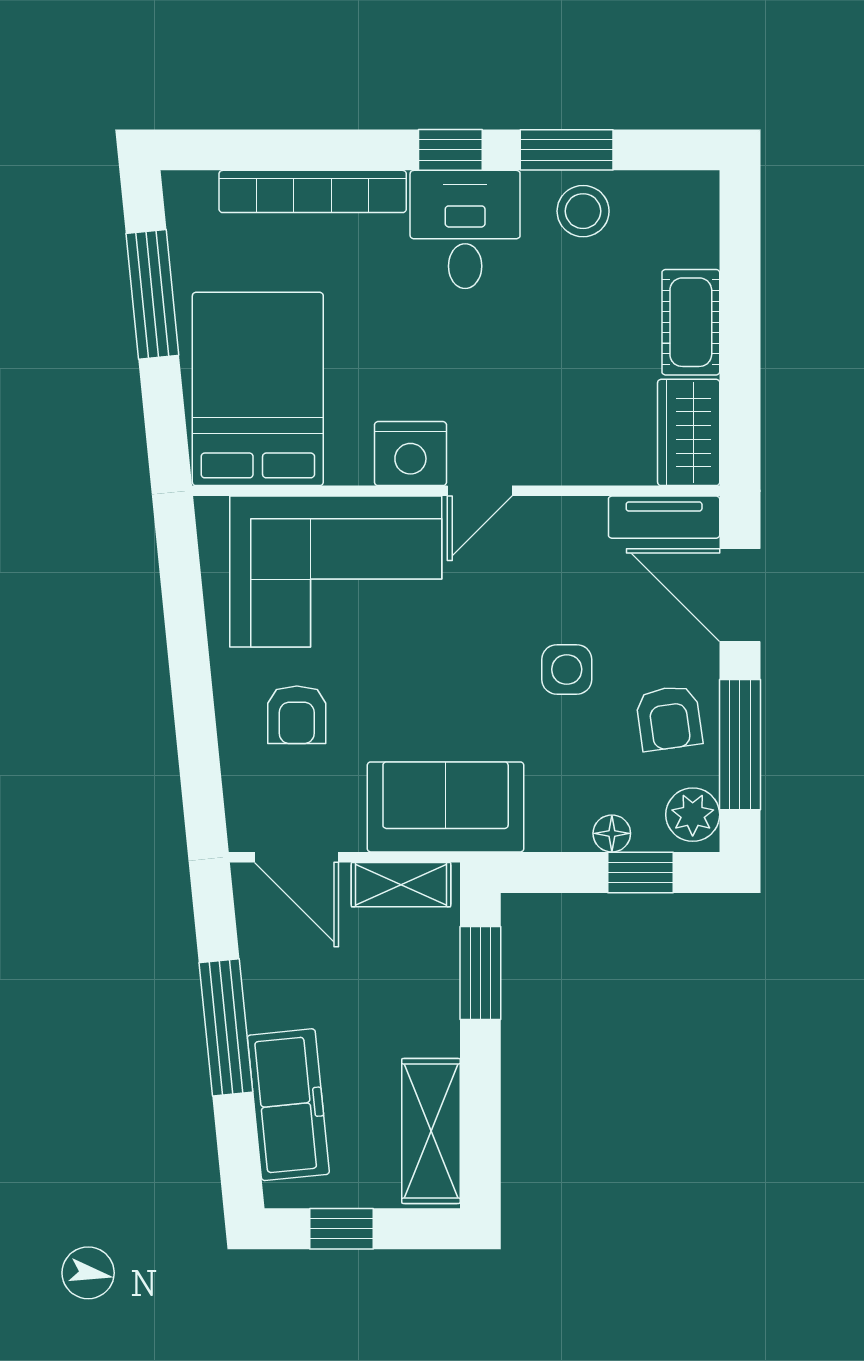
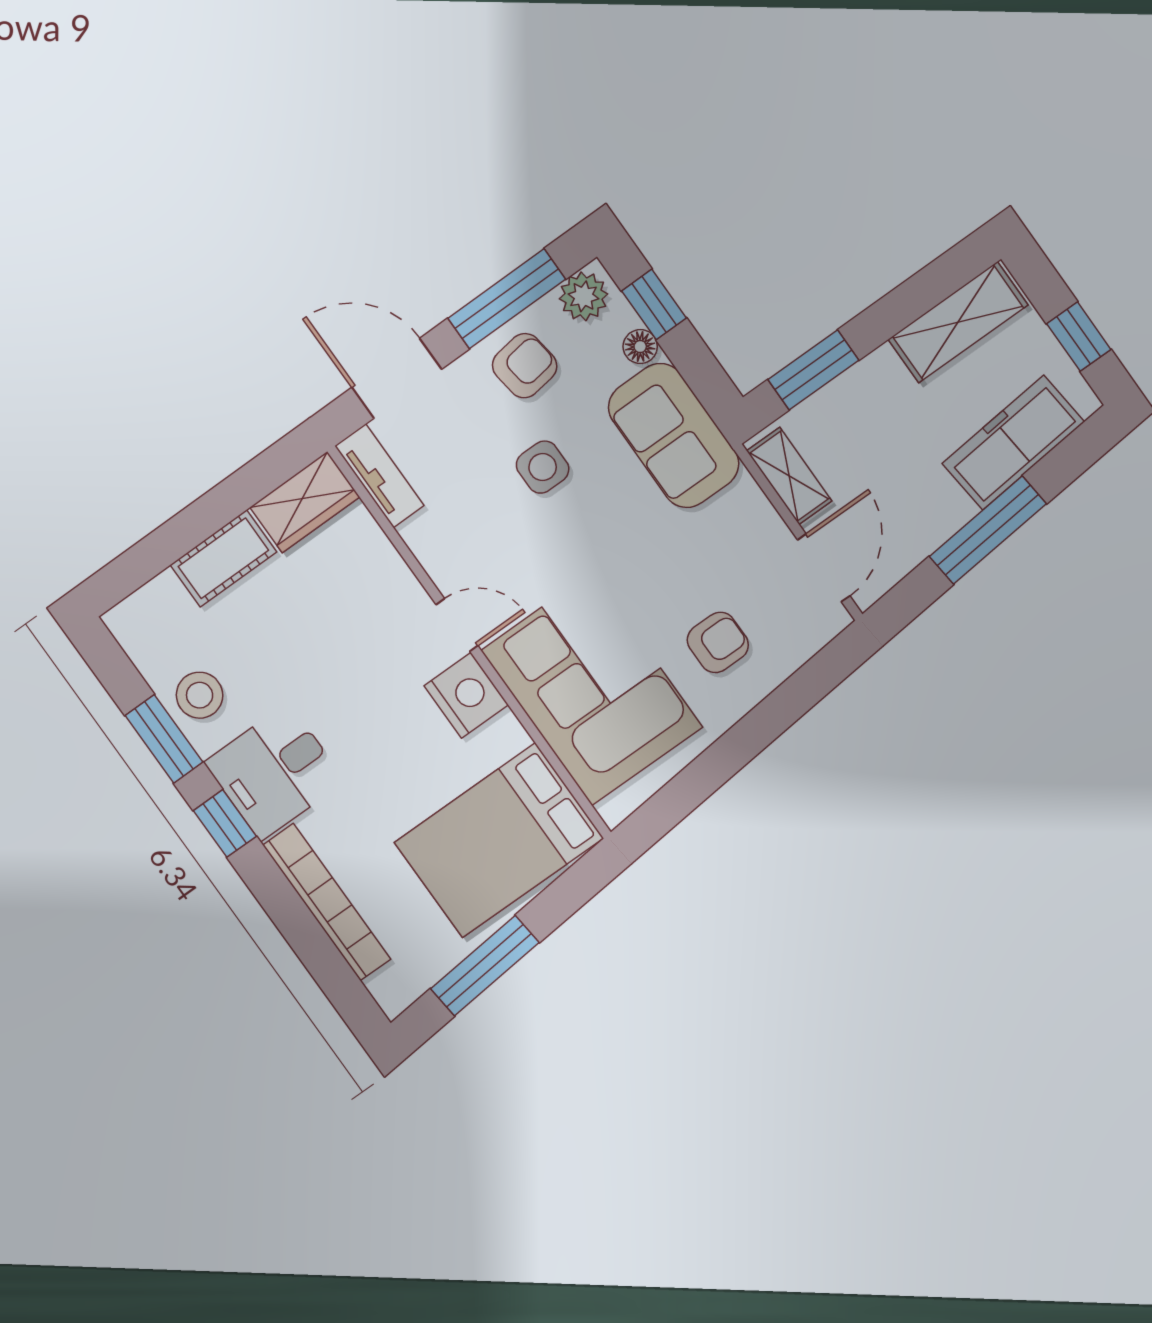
door: (740, 595) -> (397, 378), swing flipped
sofa: (446, 807) -> (674, 436), moved

